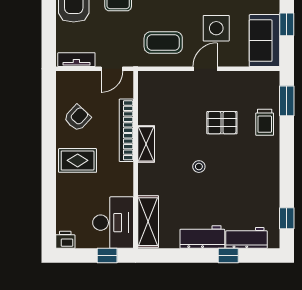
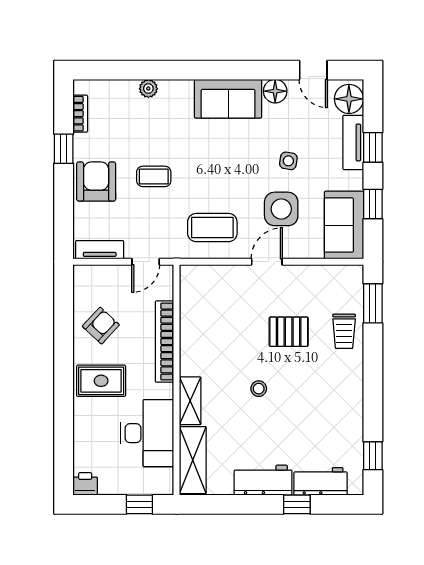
shelving: (146, 144) -> (190, 401), moved
desk: (113, 223) -> (147, 433), moved

